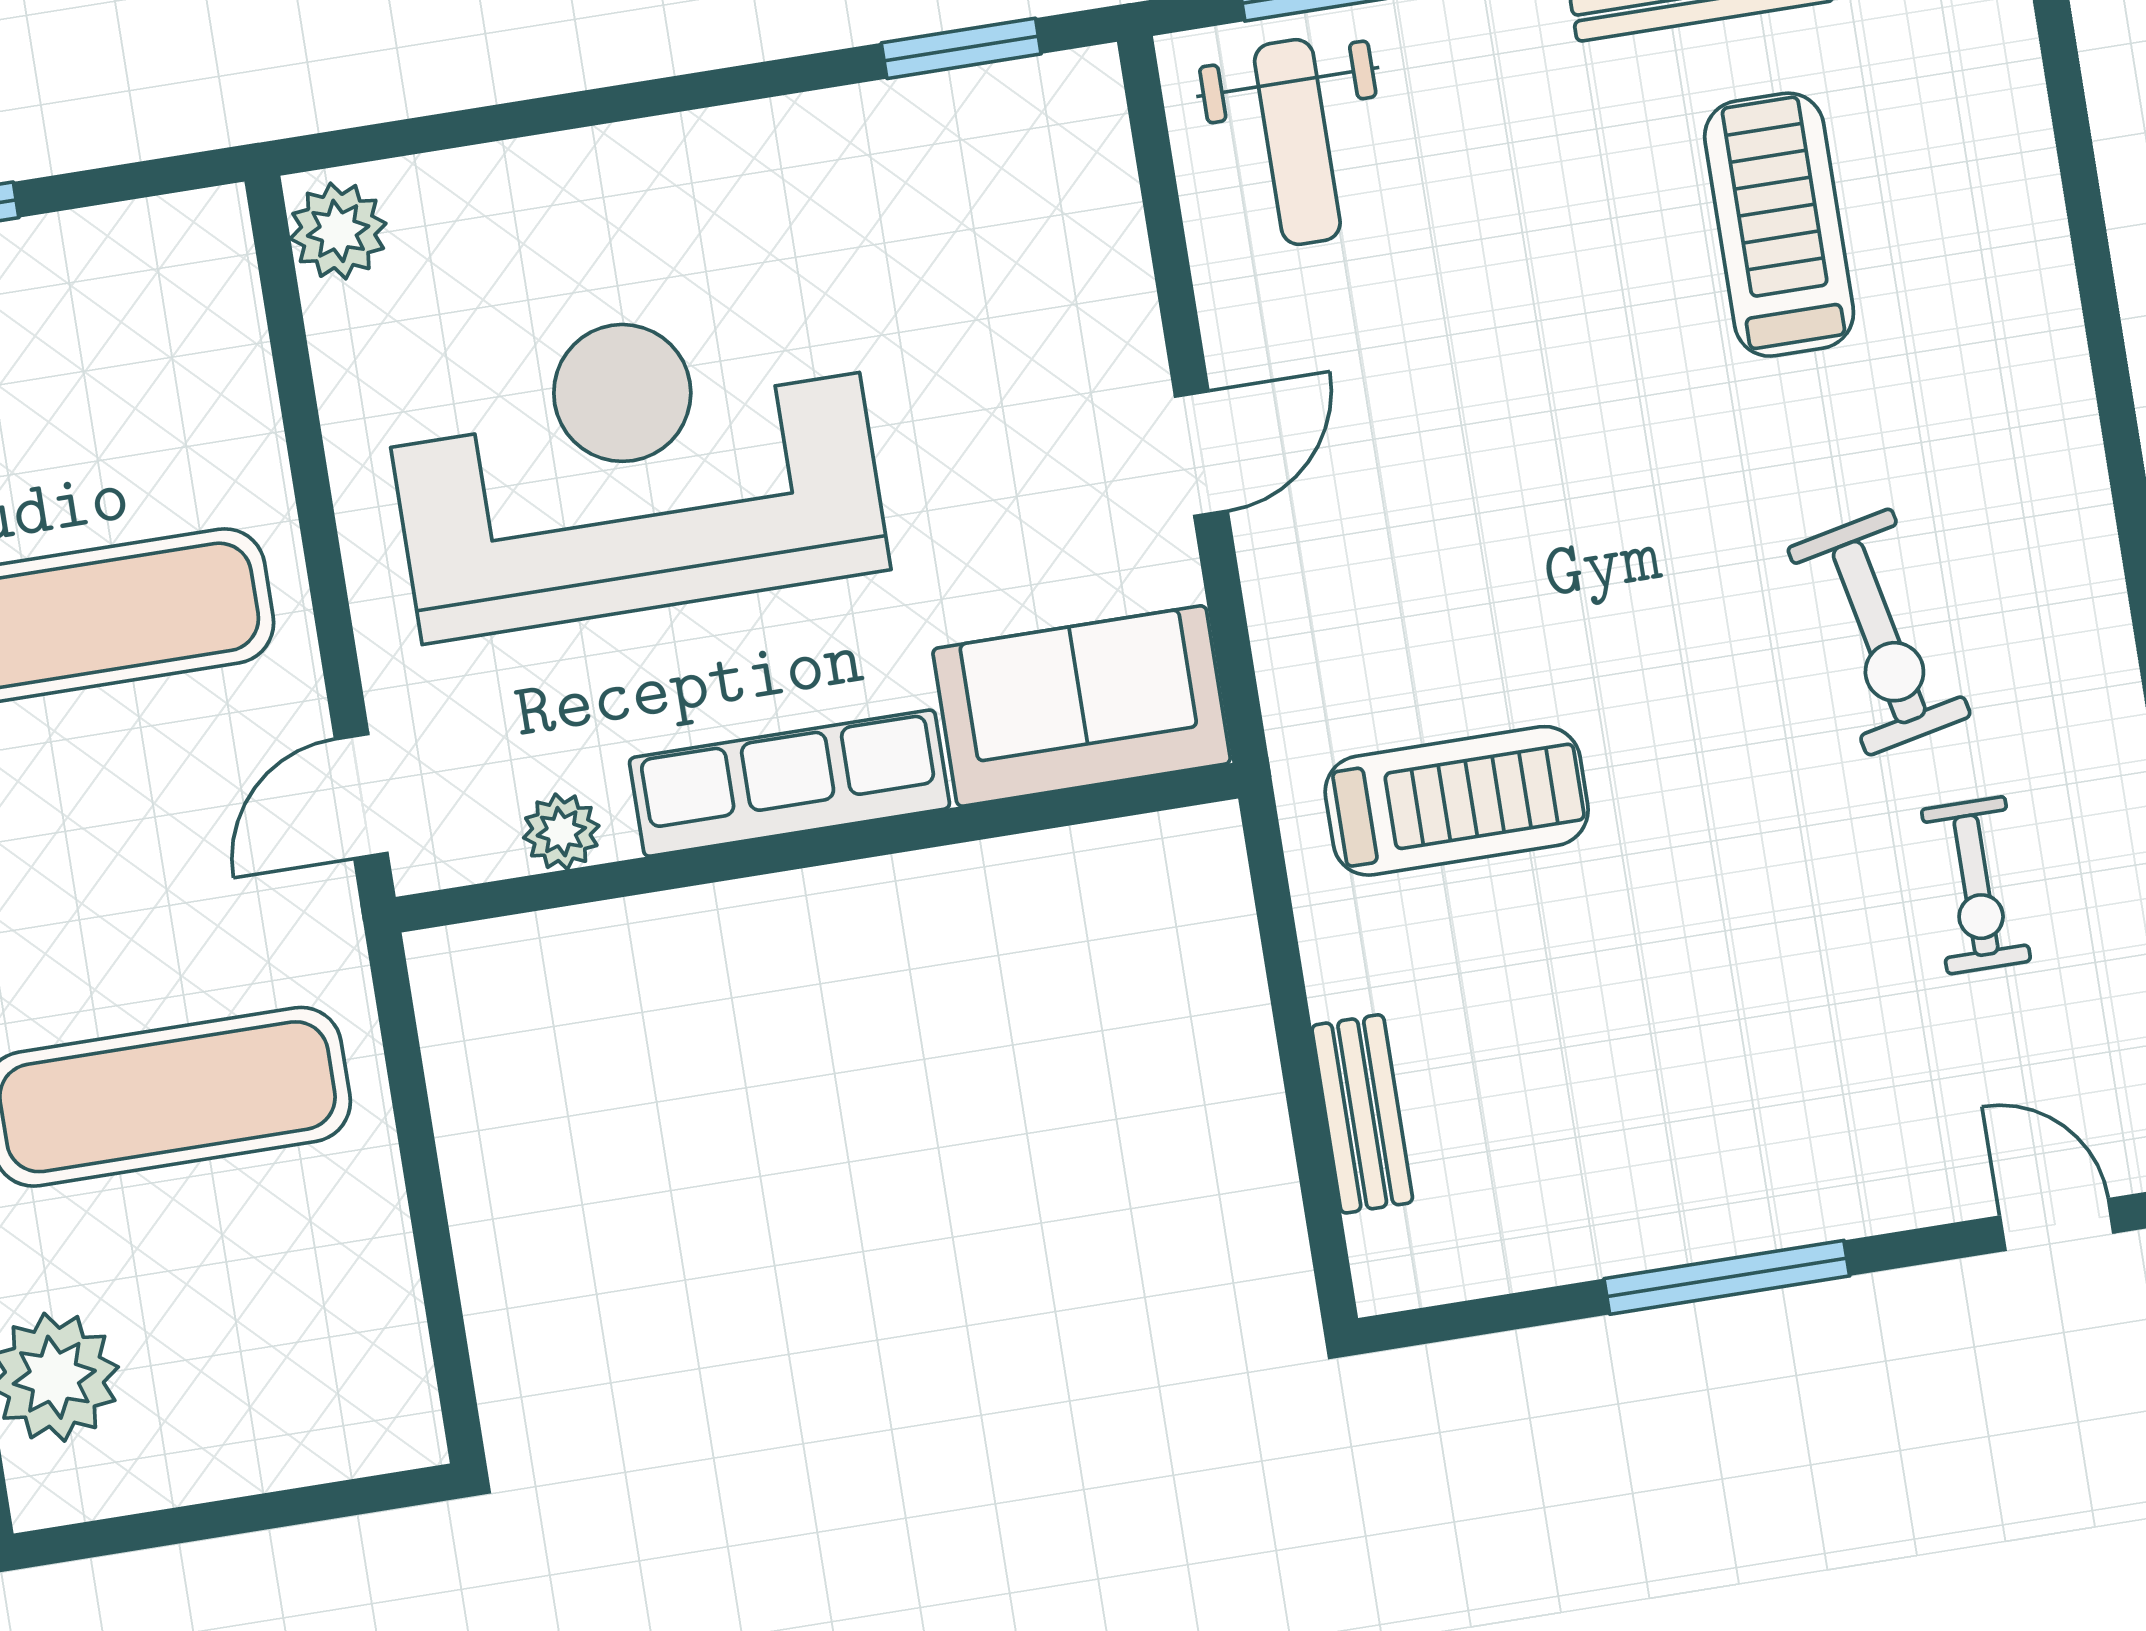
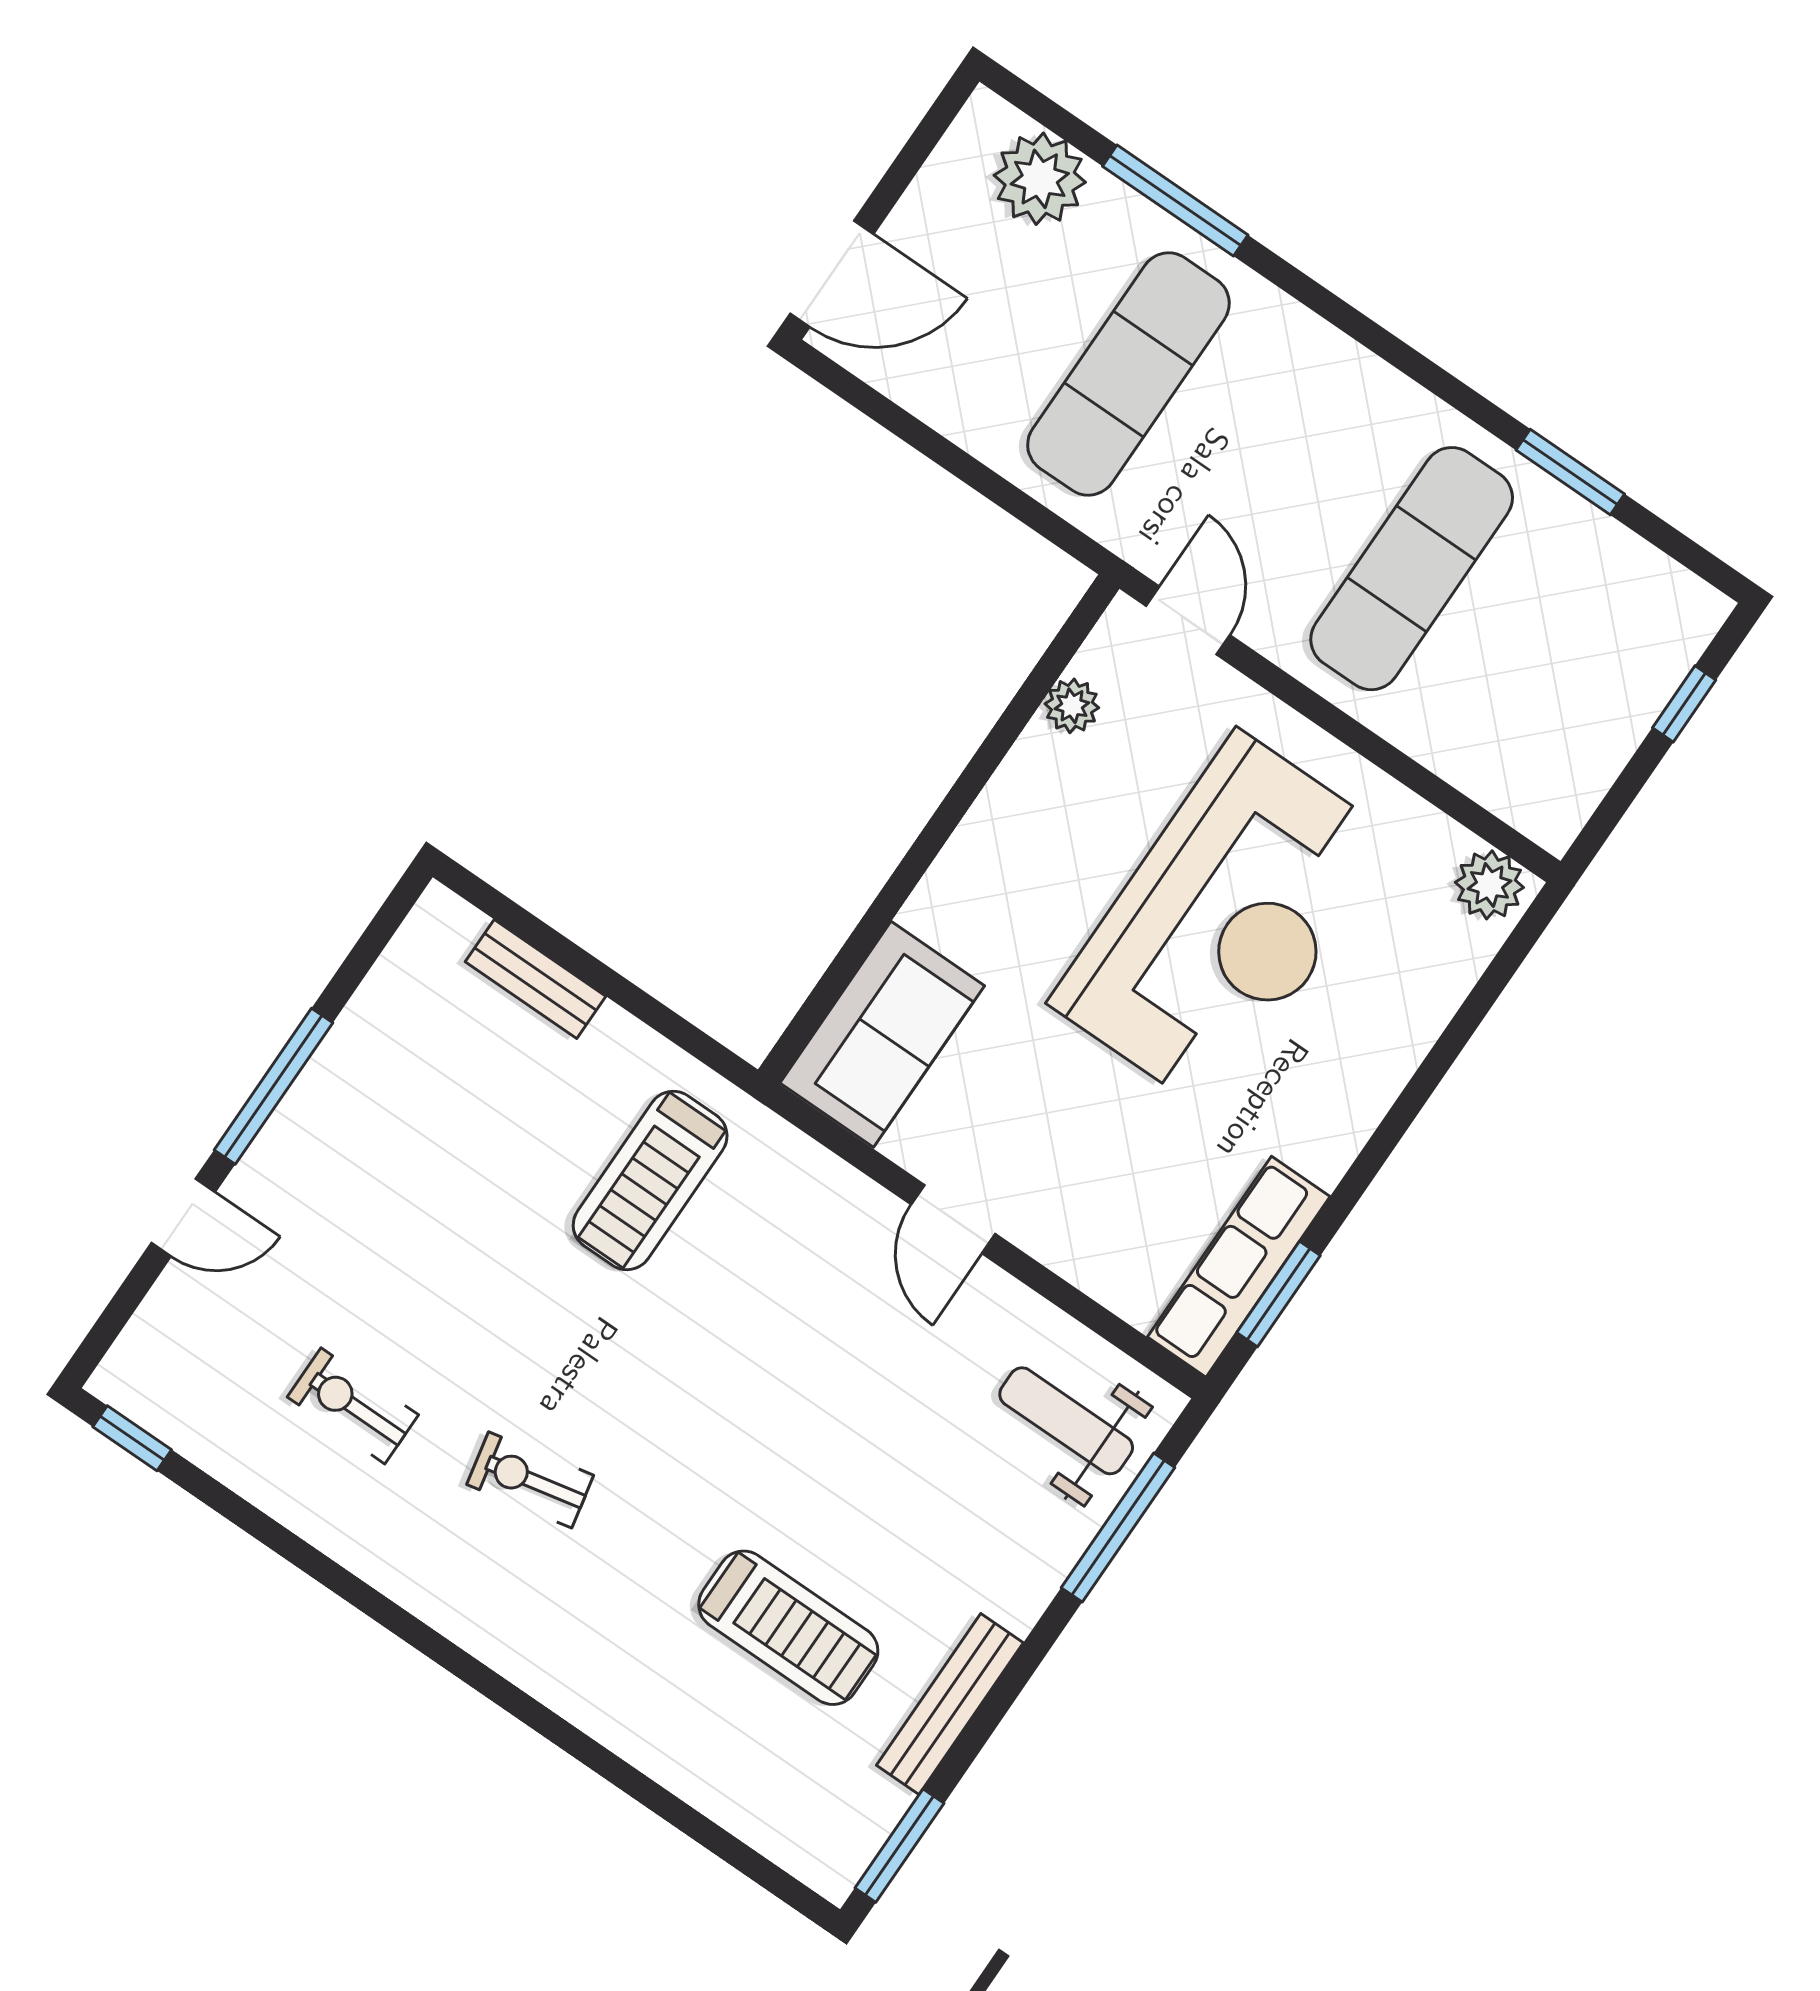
exercise bike: (1879, 632) -> (530, 1480), width x0.73, depth x0.72
row of seats: (789, 783) -> (1239, 1267), moved, turned 180
door: (2057, 1224) -> (183, 1217), moved
door: (353, 1497) -> (832, 274), added

